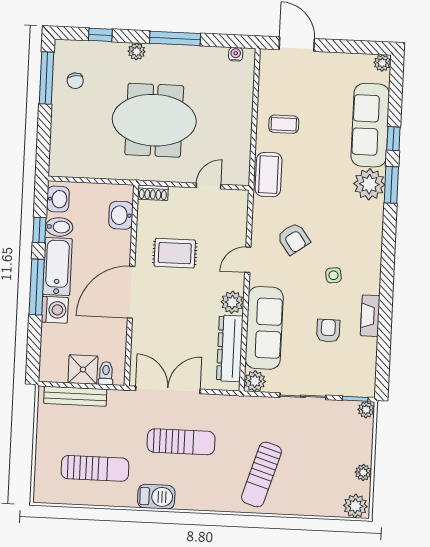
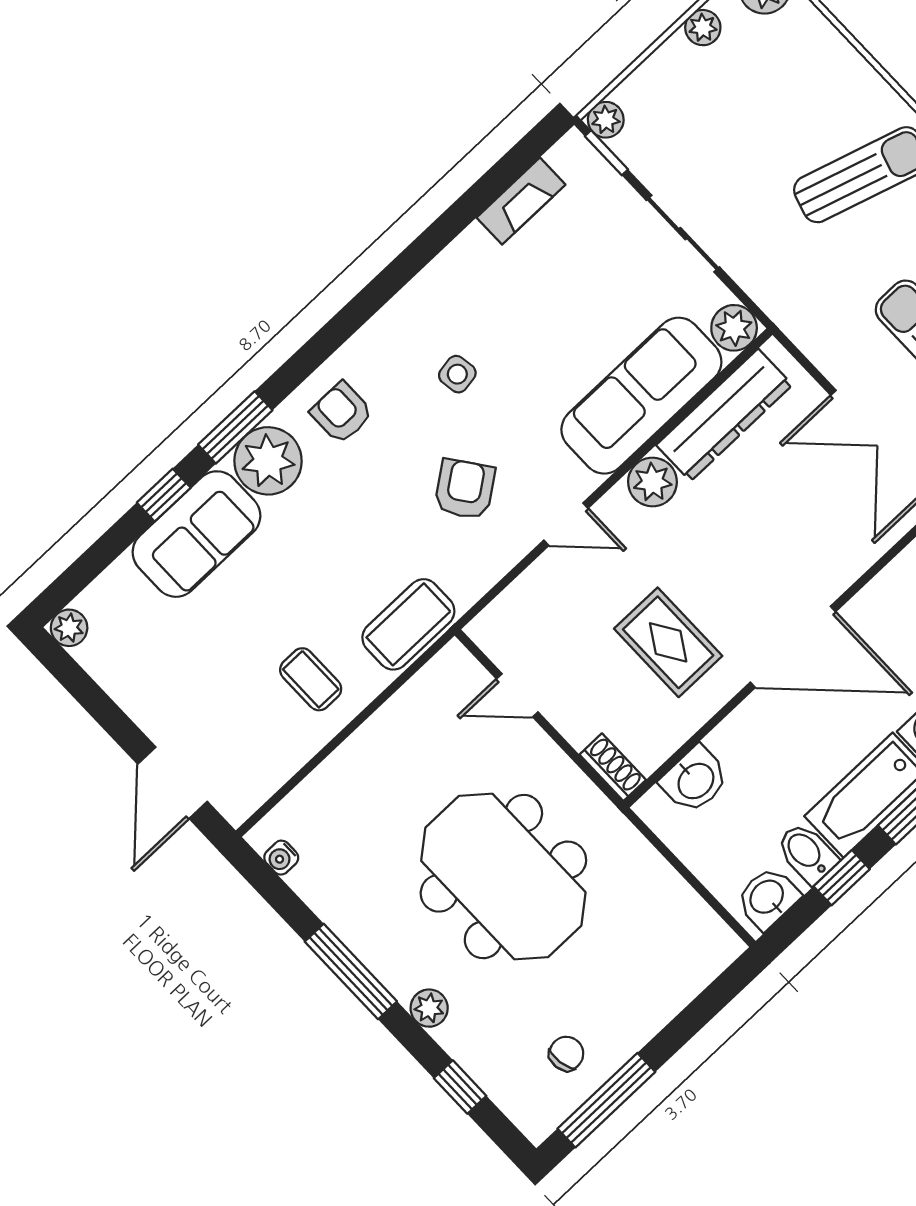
sofa: (370, 125) -> (196, 534), width x0.73
fireplace: (370, 316) -> (521, 201), moved
armchair: (328, 331) -> (342, 413), moved, turned 90

